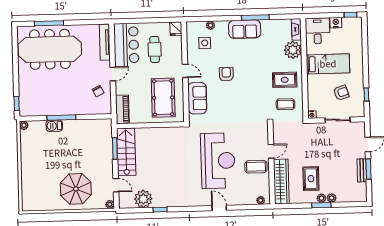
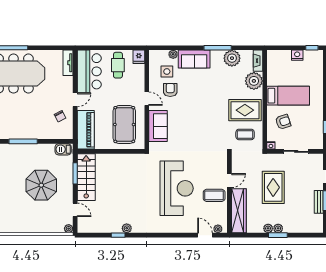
plant: (270, 28) -> (232, 58), added
sofa: (245, 29) -> (194, 59), moved
desk: (317, 31) -> (279, 63), removed
tv unit: (105, 42) -> (68, 63), width x0.71
cafe table: (155, 49) -> (118, 65), moved
armchair: (226, 74) -> (170, 90), moved
rug: (285, 80) -> (245, 110), width x1.36, depth x1.43
armchair: (341, 93) -> (283, 122), moved
piano: (122, 109) -> (86, 130), width x1.37, depth x1.33
barbecue: (54, 126) -> (63, 149), moved
rug: (311, 179) -> (273, 187), moved, width x1.36, depth x1.43
parasol: (76, 189) -> (41, 185), moved
plant: (332, 198) -> (268, 228), moved
plant: (143, 199) -> (127, 228), moved, width x0.53, depth x0.53
door: (219, 208) -> (205, 235), moved

